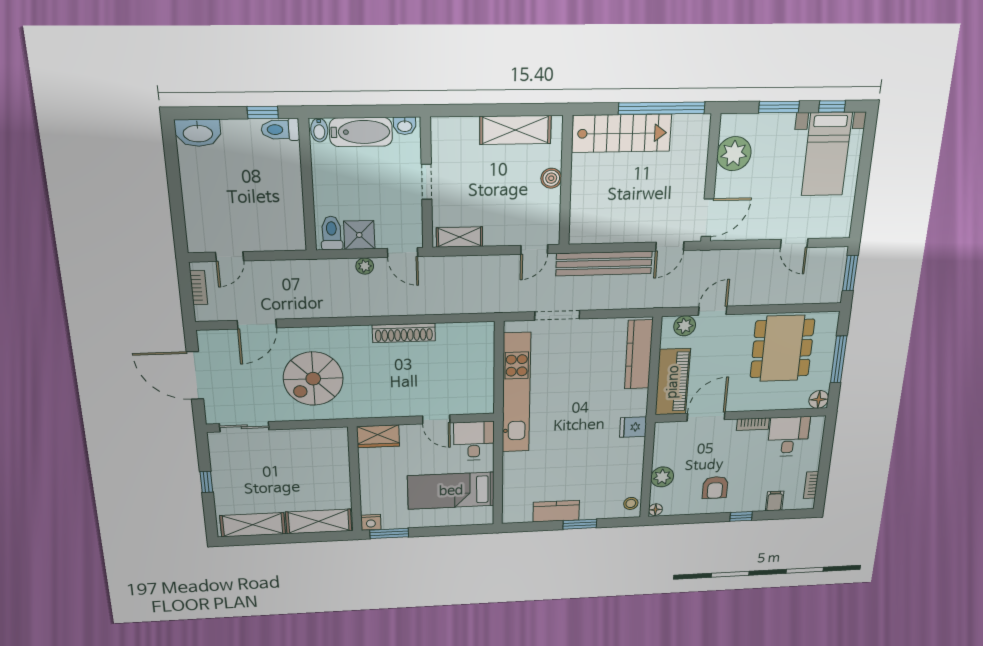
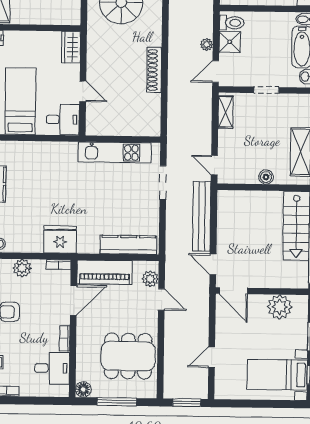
kitchen unit: (516, 393) -> (115, 152), width x0.73
door: (706, 416) -> (74, 300), hinge flipped
door: (436, 419) -> (83, 91), swing flipped
fridge: (633, 427) -> (60, 240), width x1.88, depth x1.34
bookcase: (660, 436) -> (59, 264), added

